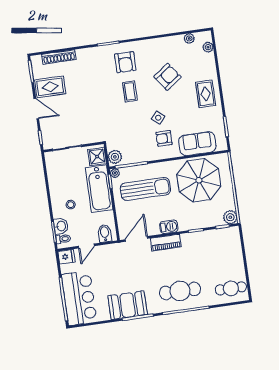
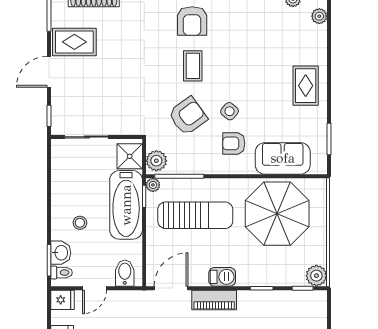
armchair: (167, 77) -> (188, 116), moved
door: (36, 109) -> (49, 72), swing flipped

